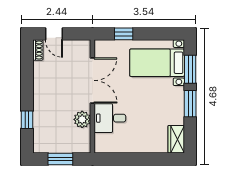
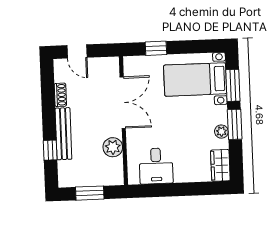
shoe rack: (38, 50) -> (60, 95), moved
bench: (39, 106) -> (63, 134), added
plant: (178, 109) -> (221, 132), added
desk: (110, 118) -> (156, 166), moved, turned -90

